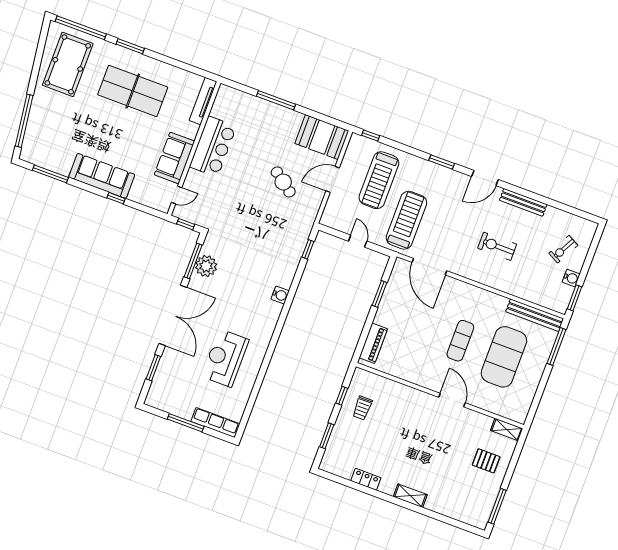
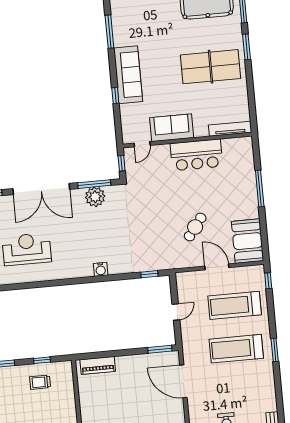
table tennis table: (133, 91) -> (210, 67), turned 90
door: (485, 178) -> (279, 392), removed
door: (177, 195) -> (142, 144), hinge flipped
treadmill: (406, 220) -> (236, 349), moved, turned 180
door: (429, 267) -> (183, 381), hinge flipped
window: (380, 294) -> (160, 349), moved

